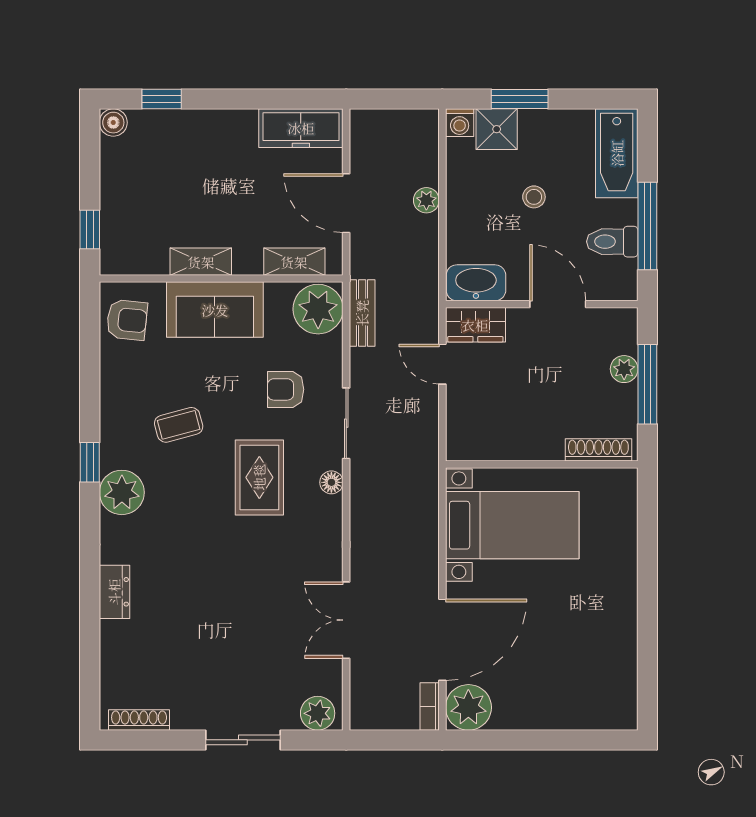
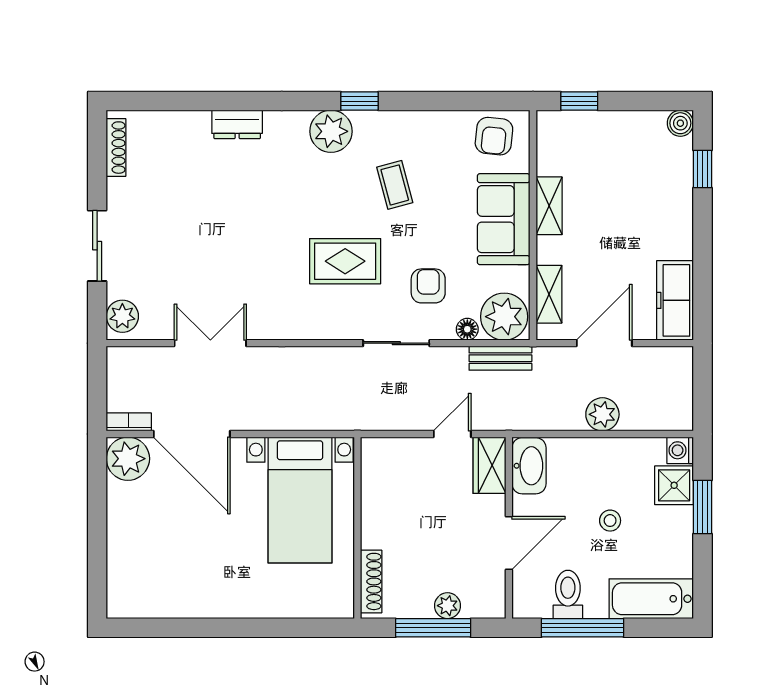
plant: (426, 200) -> (602, 414), width x1.38, depth x1.38
floor lamp: (331, 482) -> (467, 329), moved

